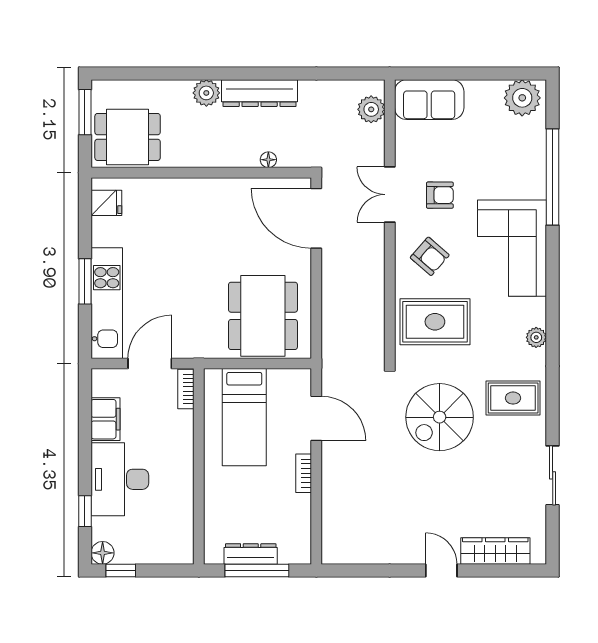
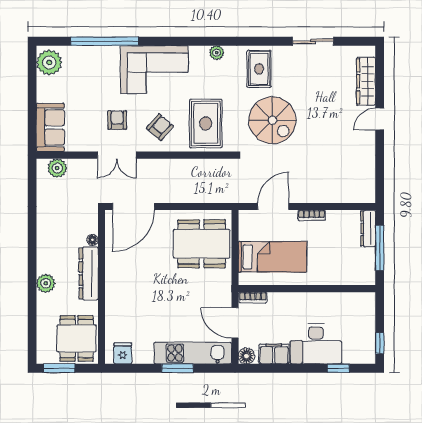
dresser: (260, 93) -> (89, 273), moved, turned 180
floor lamp: (103, 553) -> (246, 356), moved
dresser: (251, 554) -> (368, 228), moved

